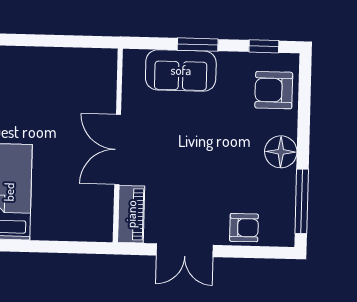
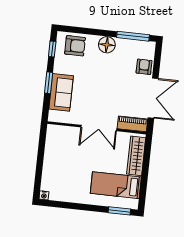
armchair: (274, 90) -> (75, 46), turned -90
wardrobe: (69, 227) -> (136, 156), added
double door: (185, 250) -> (153, 98), width x1.37

